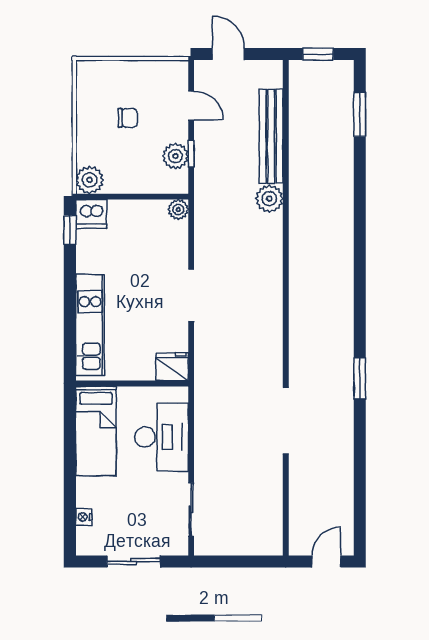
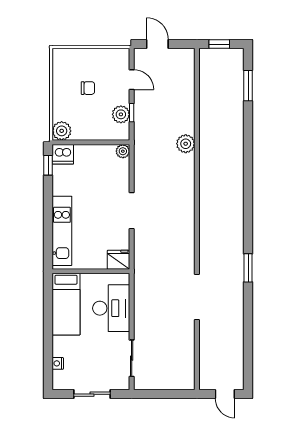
bench: (271, 136) -> (187, 101), removed
door: (326, 561) -> (225, 394), swing flipped

